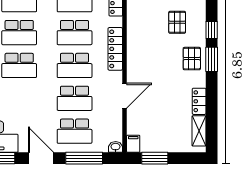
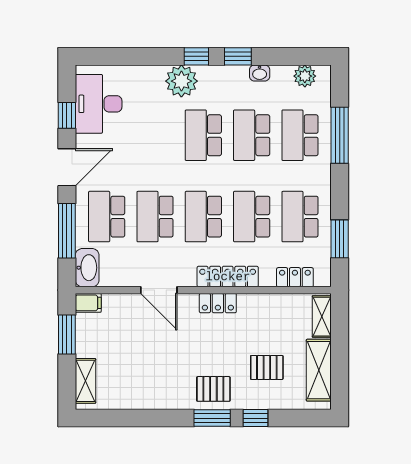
locker: (199, 101) -> (218, 303), moved, turned 180
shelving: (199, 131) -> (85, 381), moved, turned 90
washbasin: (116, 147) -> (87, 268), width x1.91, depth x1.45

